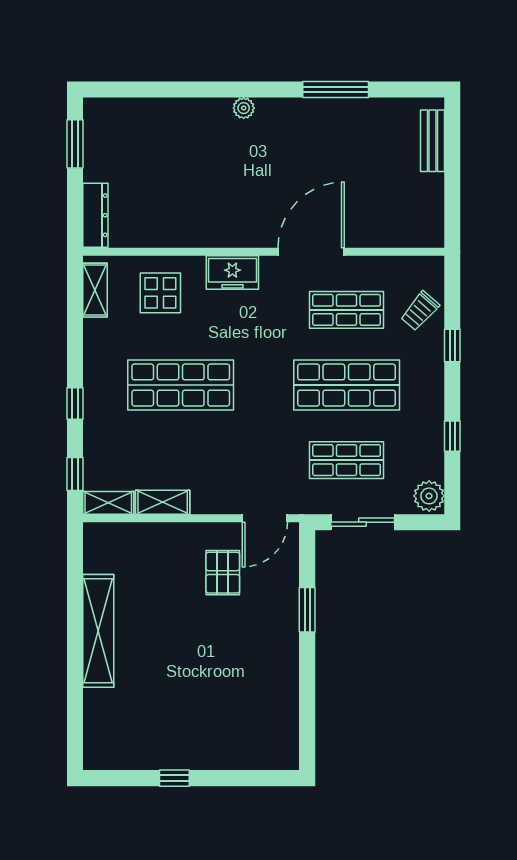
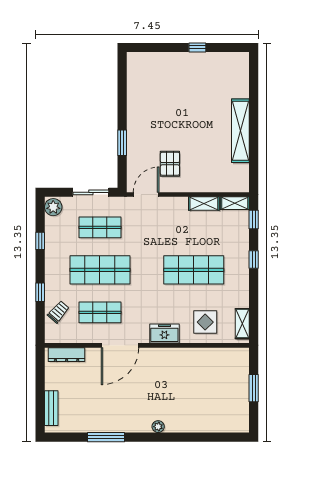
window: (75, 144) -> (254, 388), moved
dresser: (95, 215) -> (67, 355), moved, turned -90

